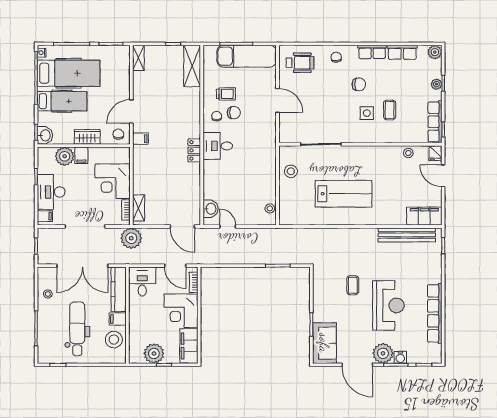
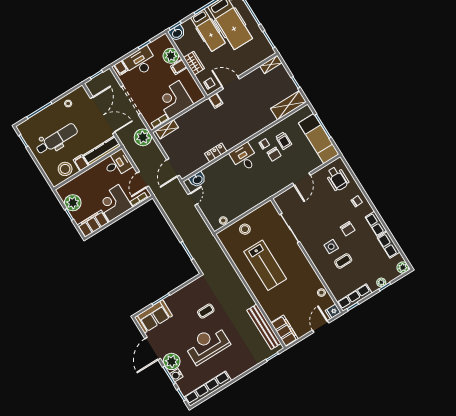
locker: (194, 150) -> (216, 152), moved
stool: (291, 171) -> (245, 229), moved
double door: (82, 266) -> (103, 115), swing flipped
reception desk: (388, 305) -> (207, 345), turned 180
row of seats: (435, 313) -> (208, 389), moved

